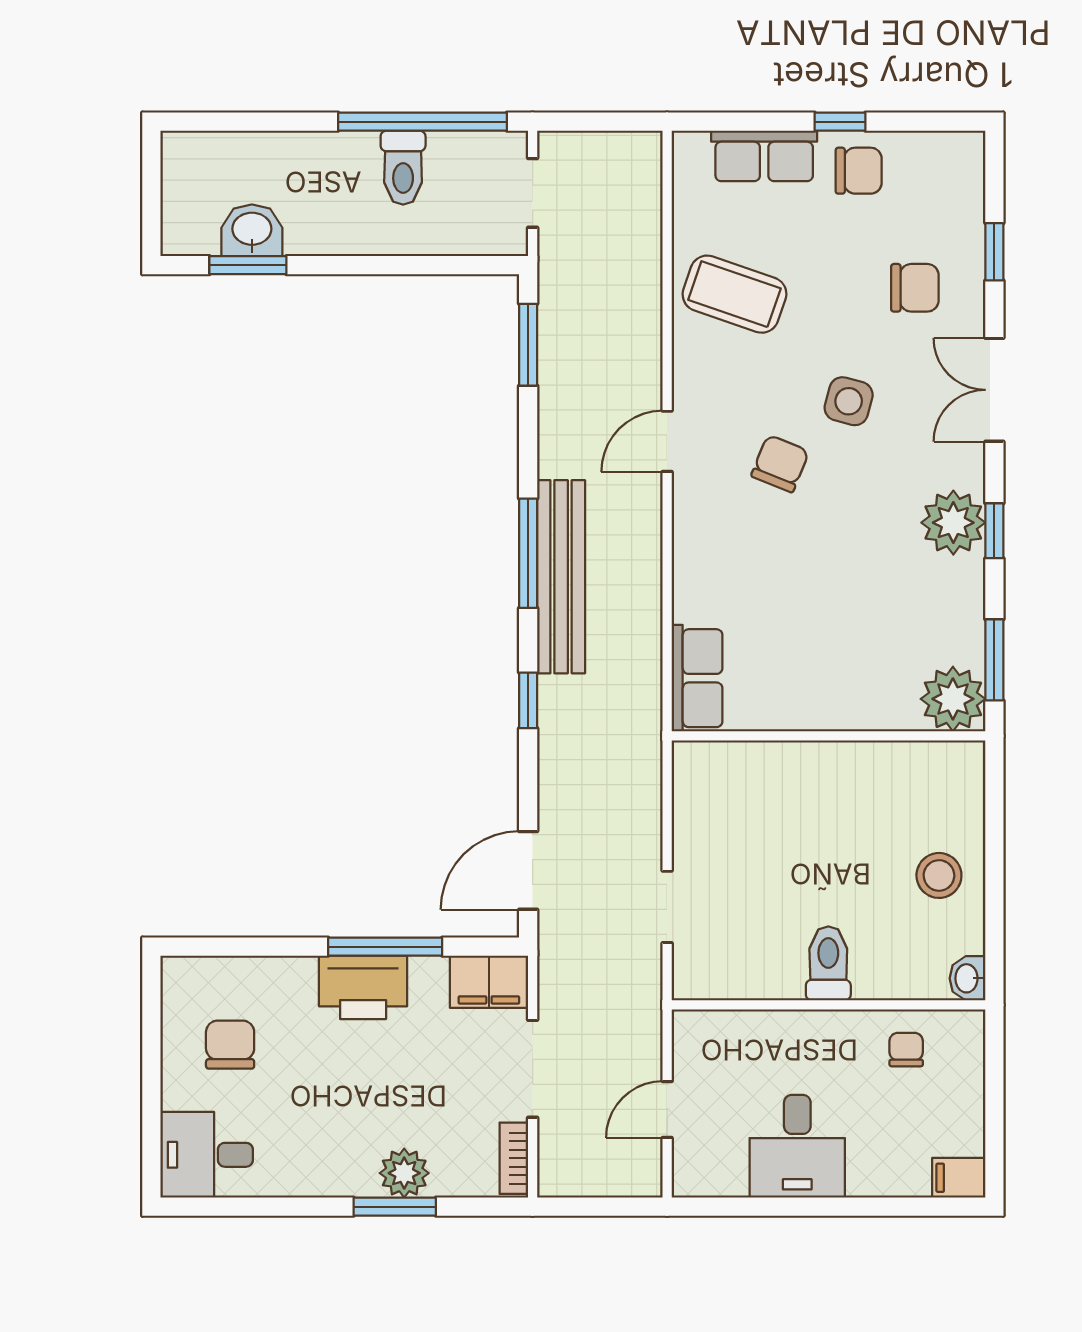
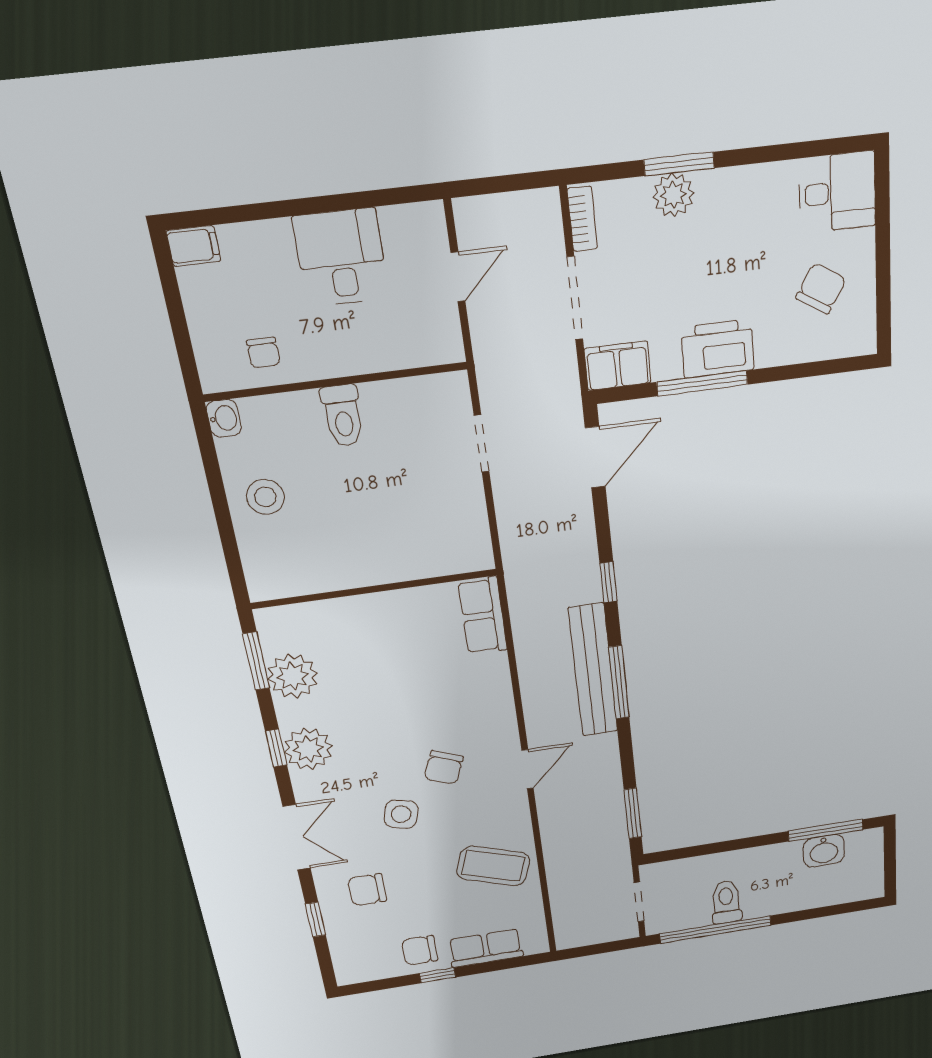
window: (248, 265) -> (826, 830), width x1.44
plant: (953, 699) -> (293, 676), moved
chair: (230, 1045) -> (821, 288), turned -148

